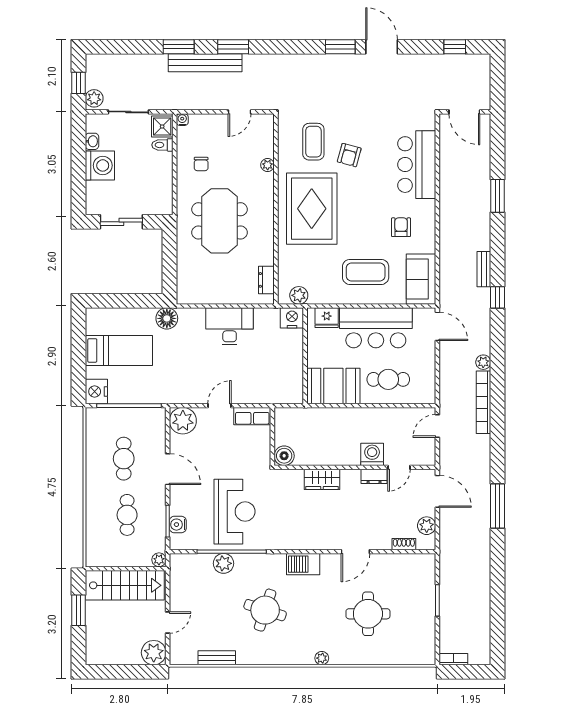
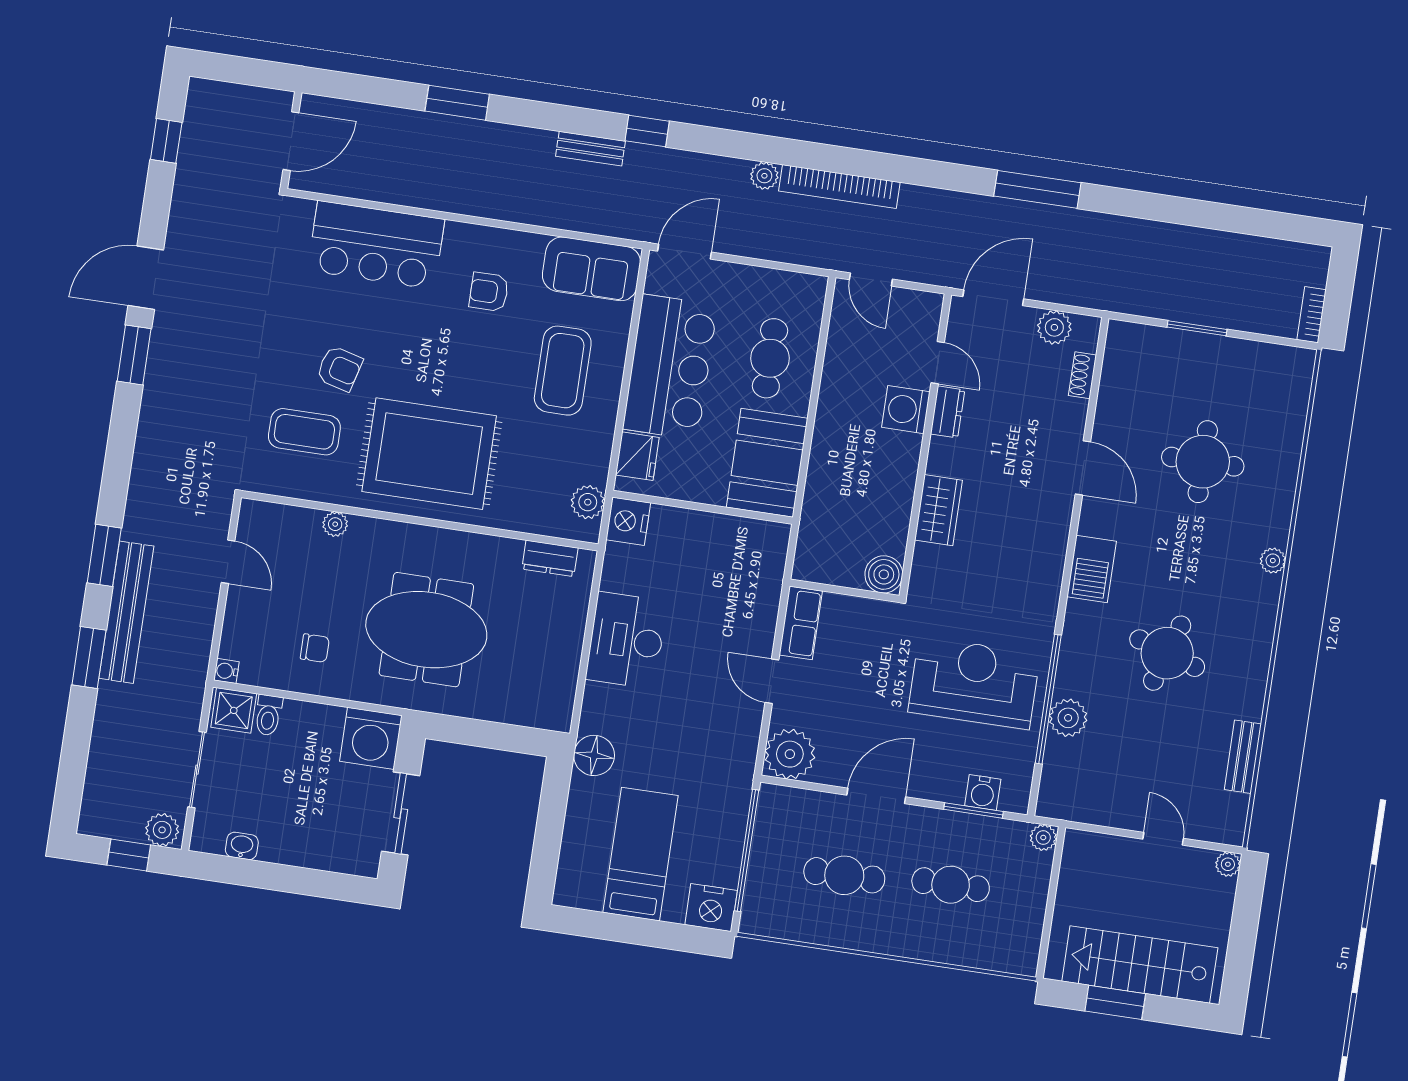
washing machine: (100, 165) -> (371, 738), moved, turned 180
stairs: (125, 585) -> (1140, 964), moved, turned -90
plant: (154, 653) -> (1228, 864), width x0.53, depth x0.53

